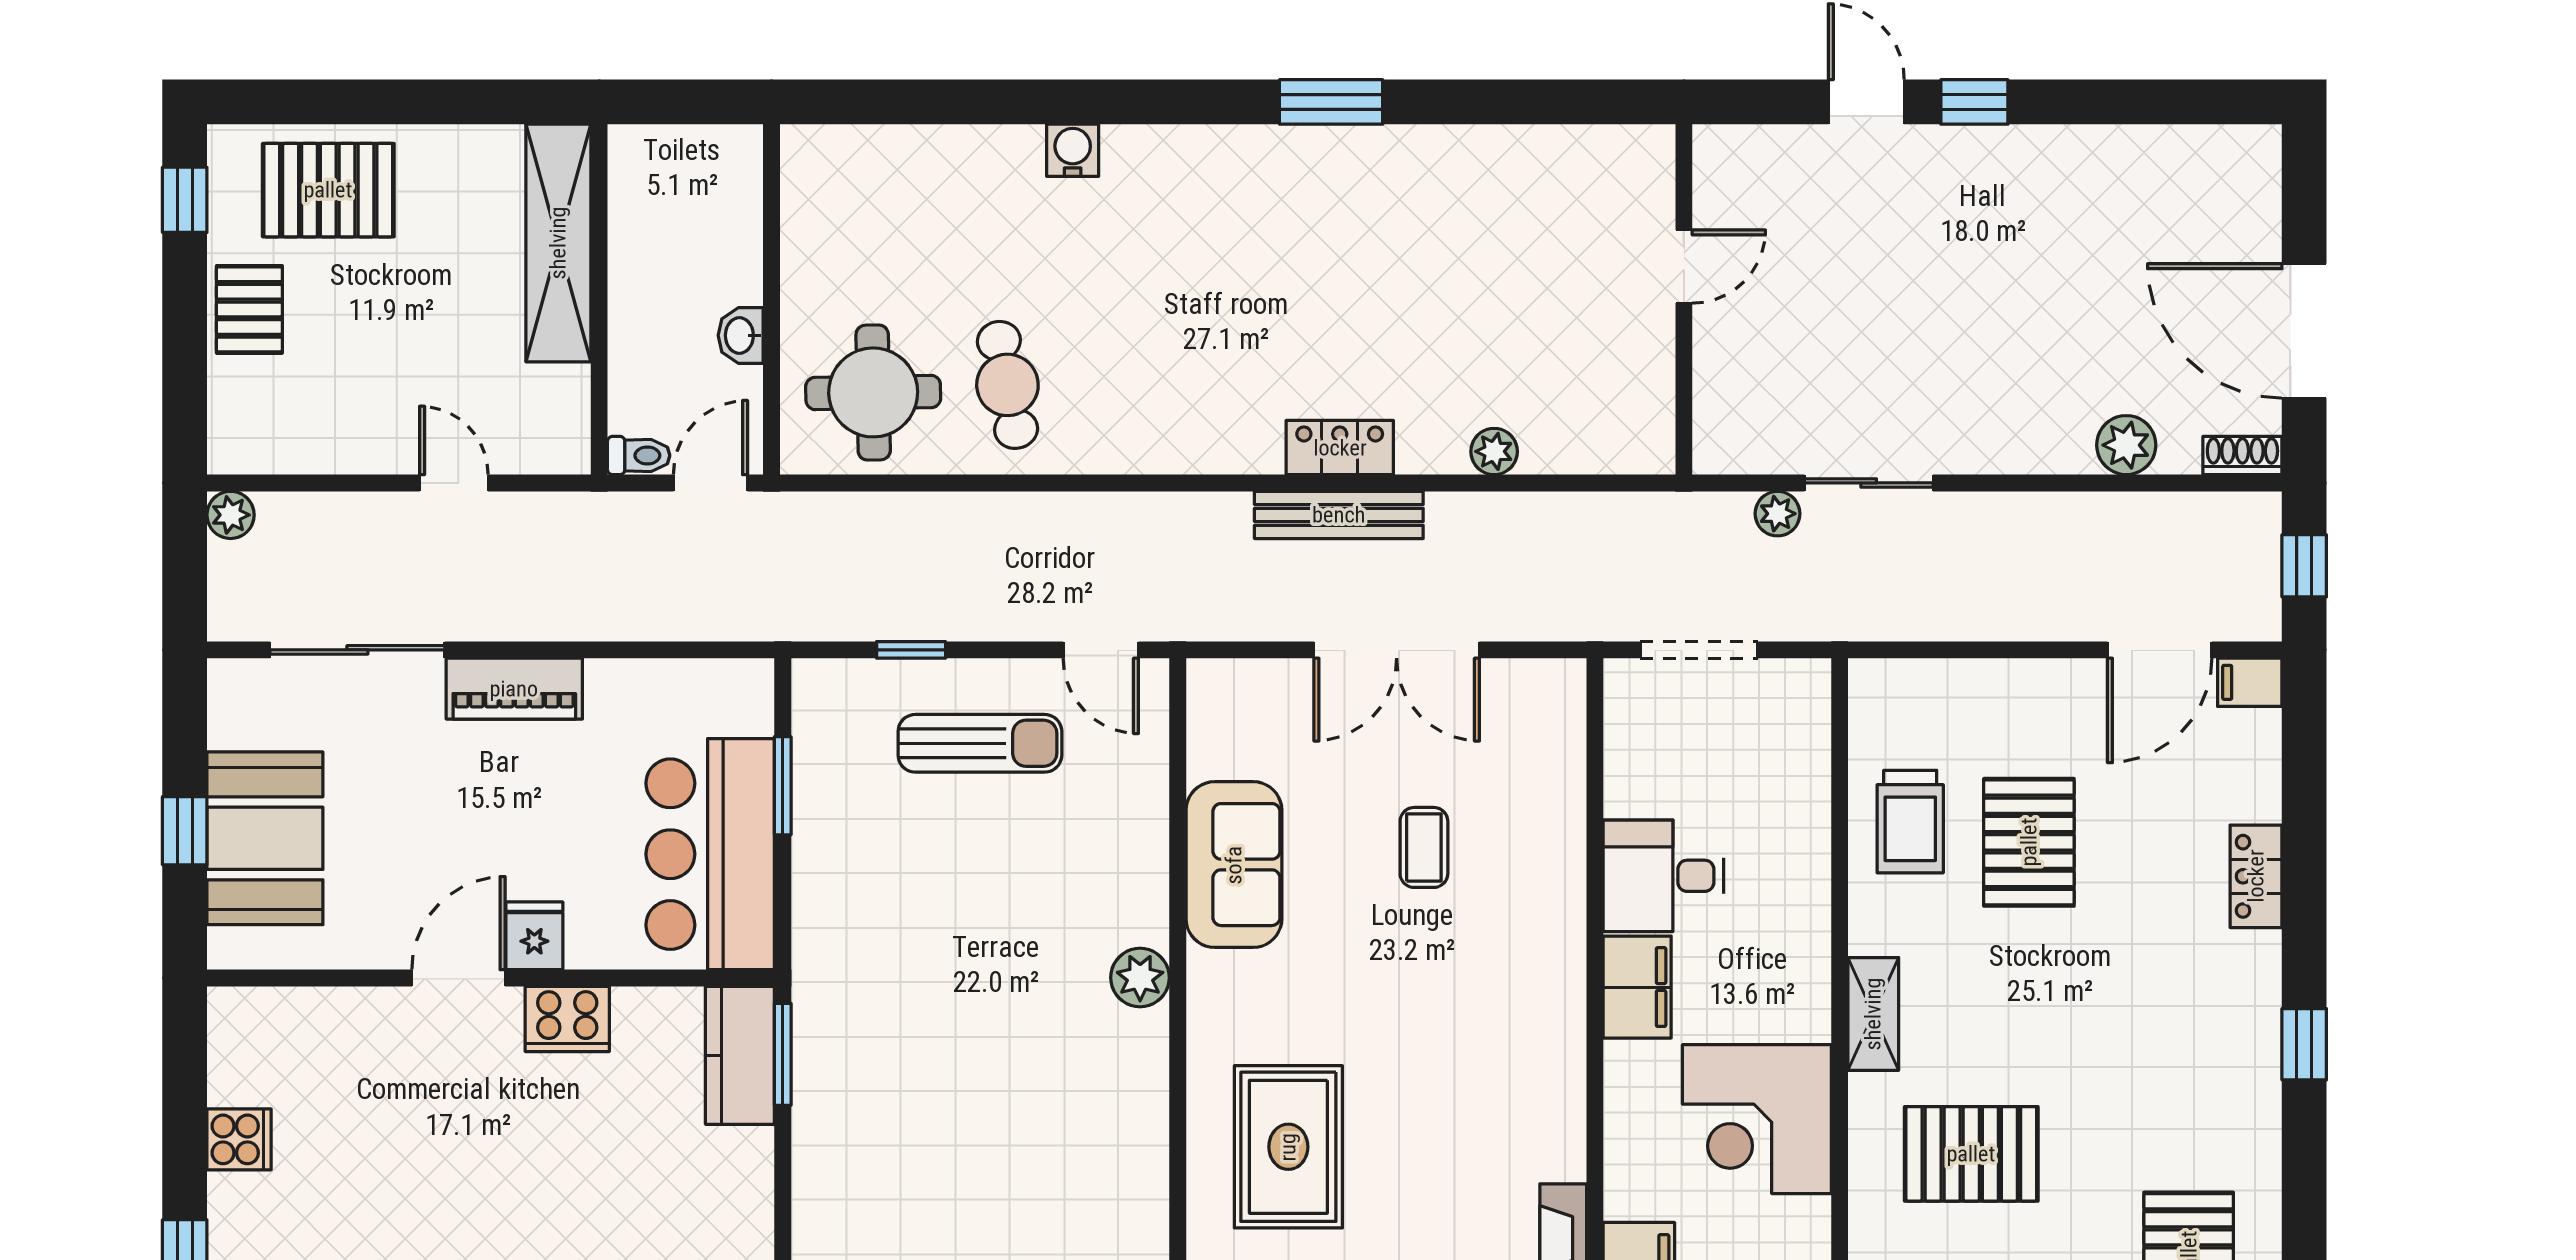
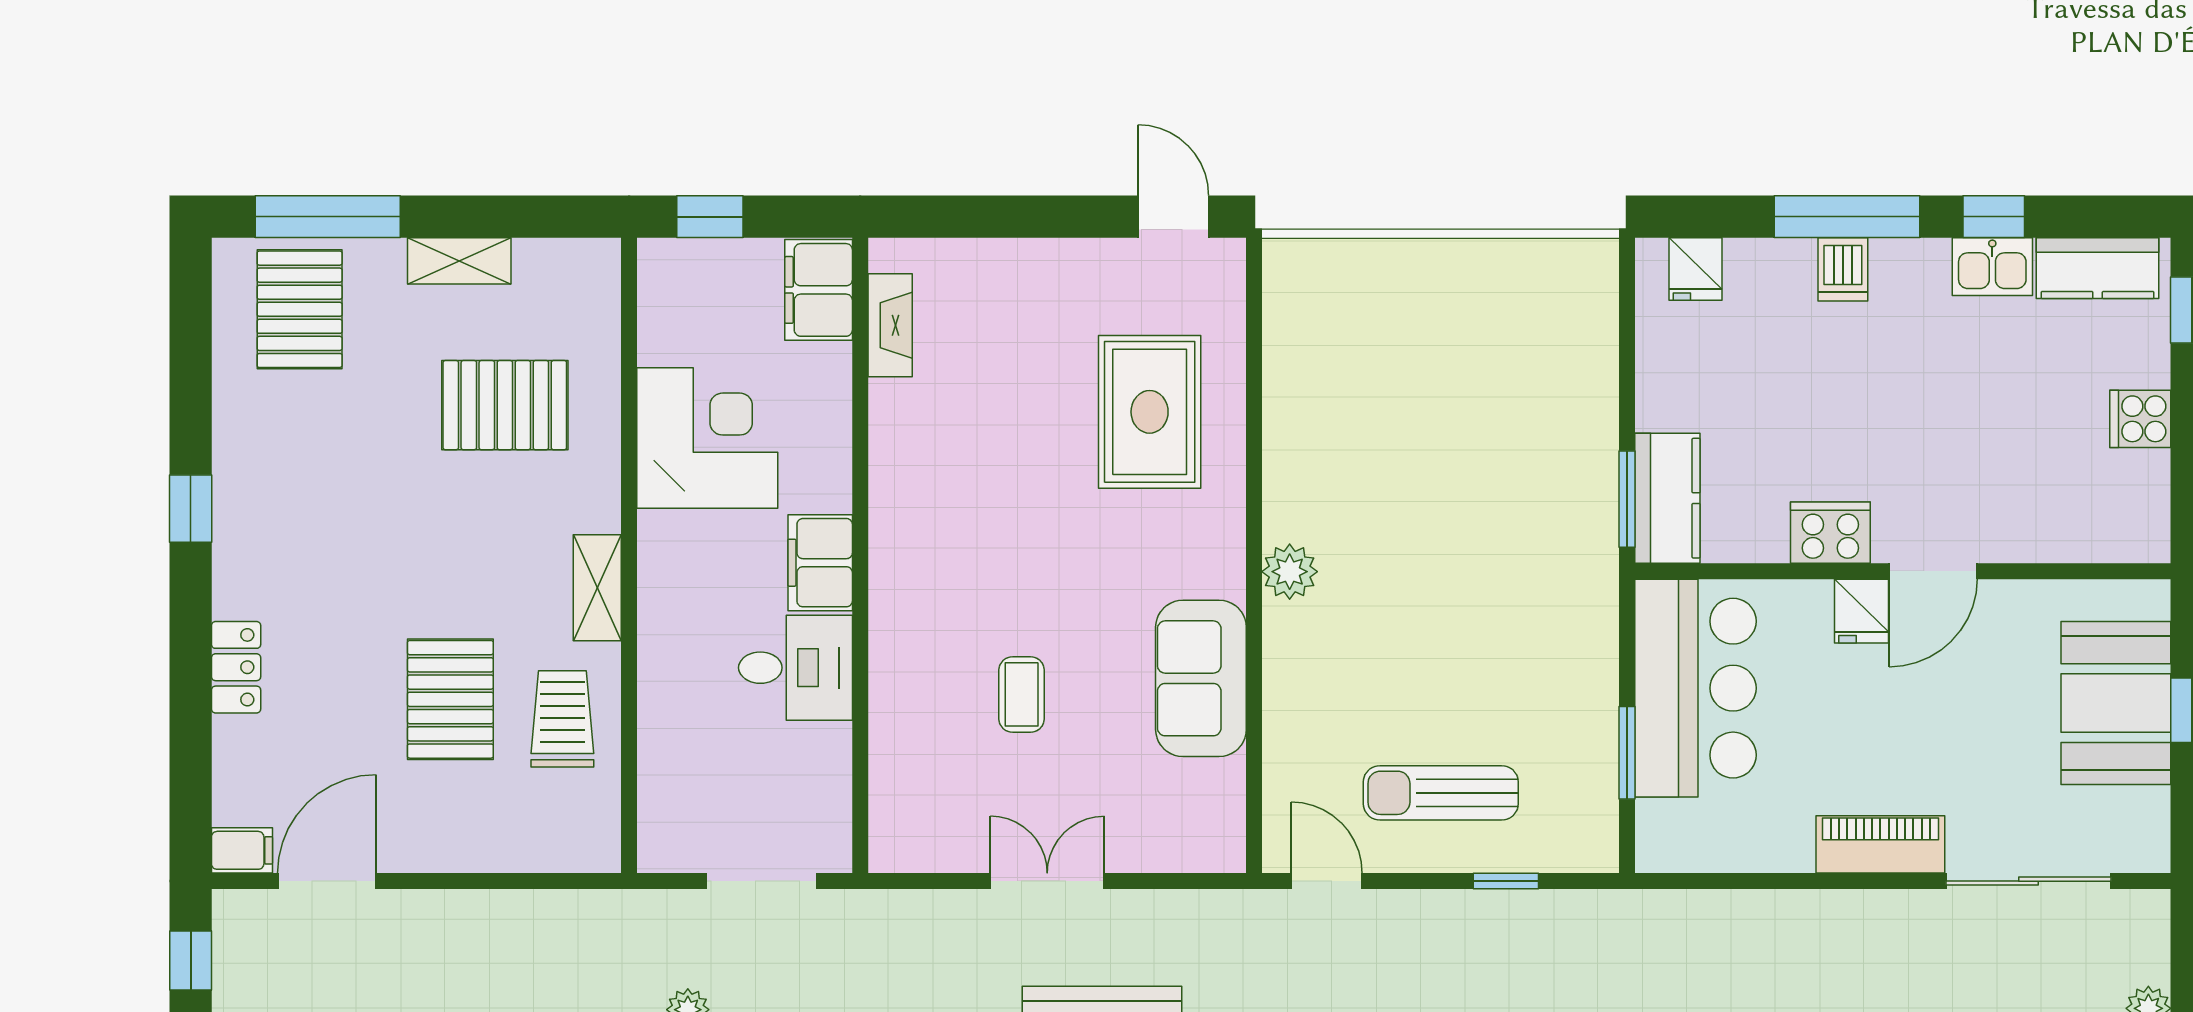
double door: (1397, 650) -> (1047, 881), width x0.73
shelving: (1873, 1014) -> (597, 588), moved

